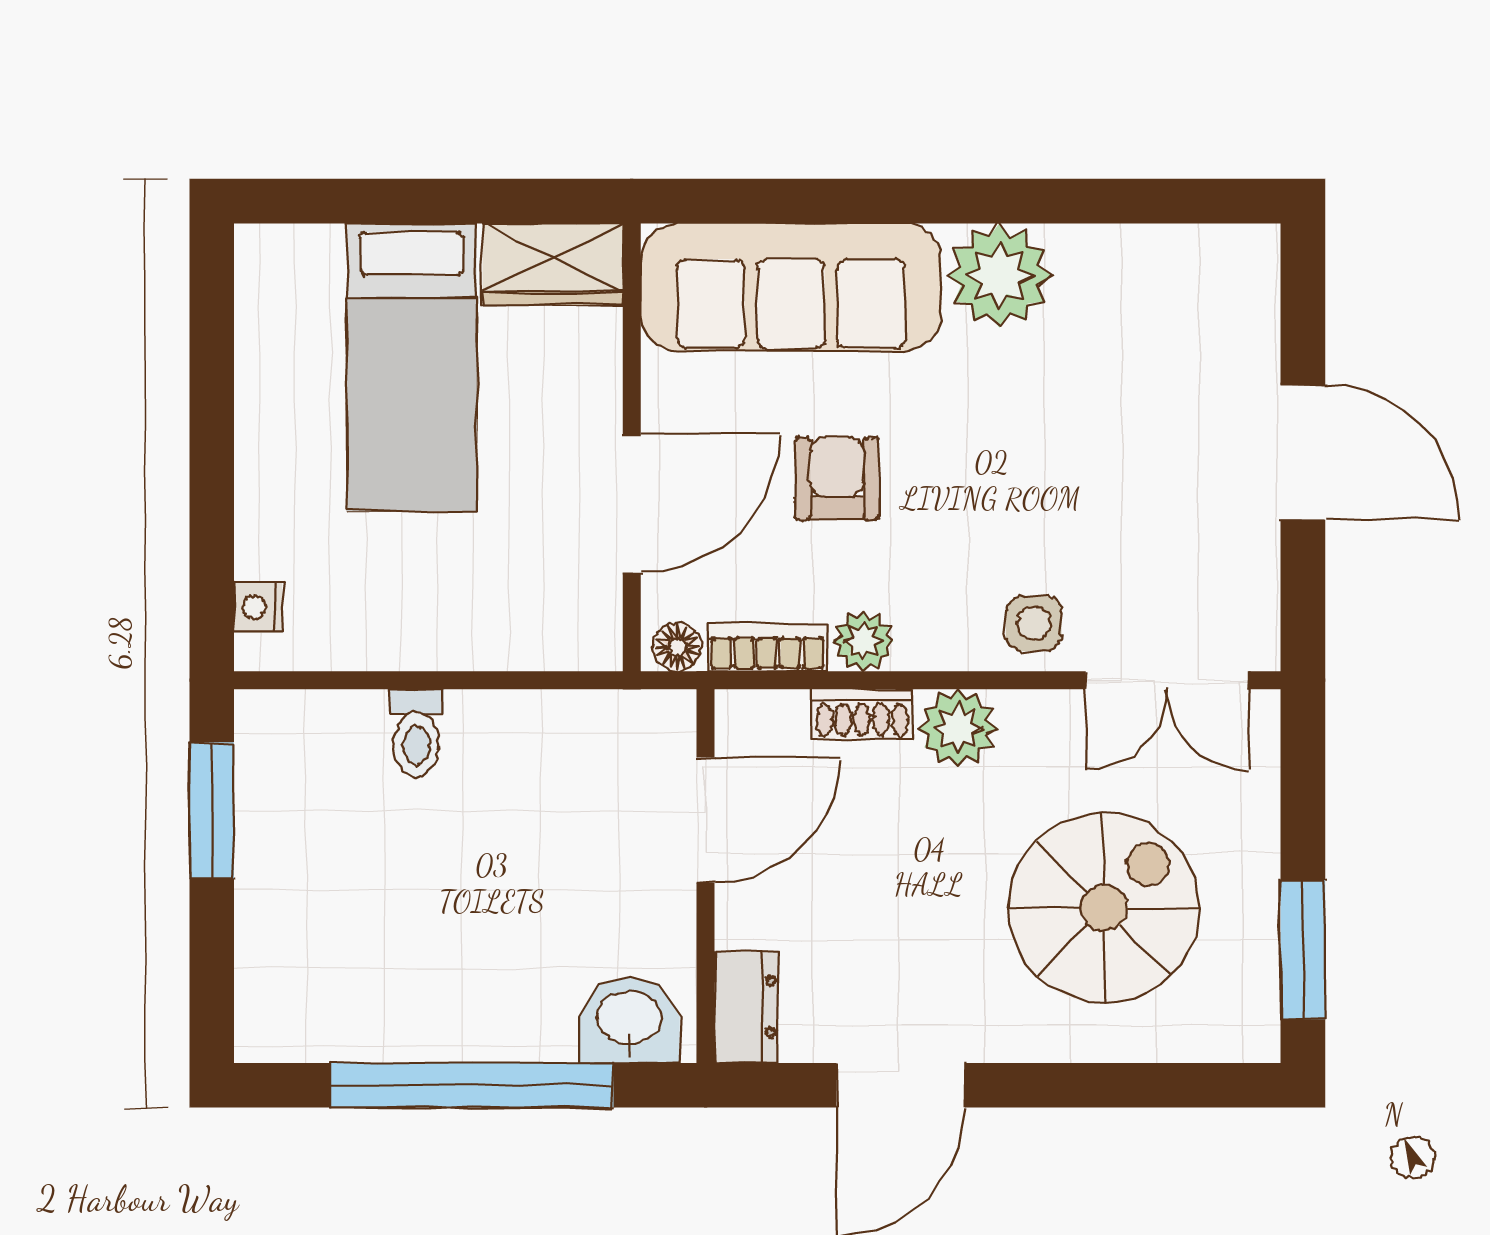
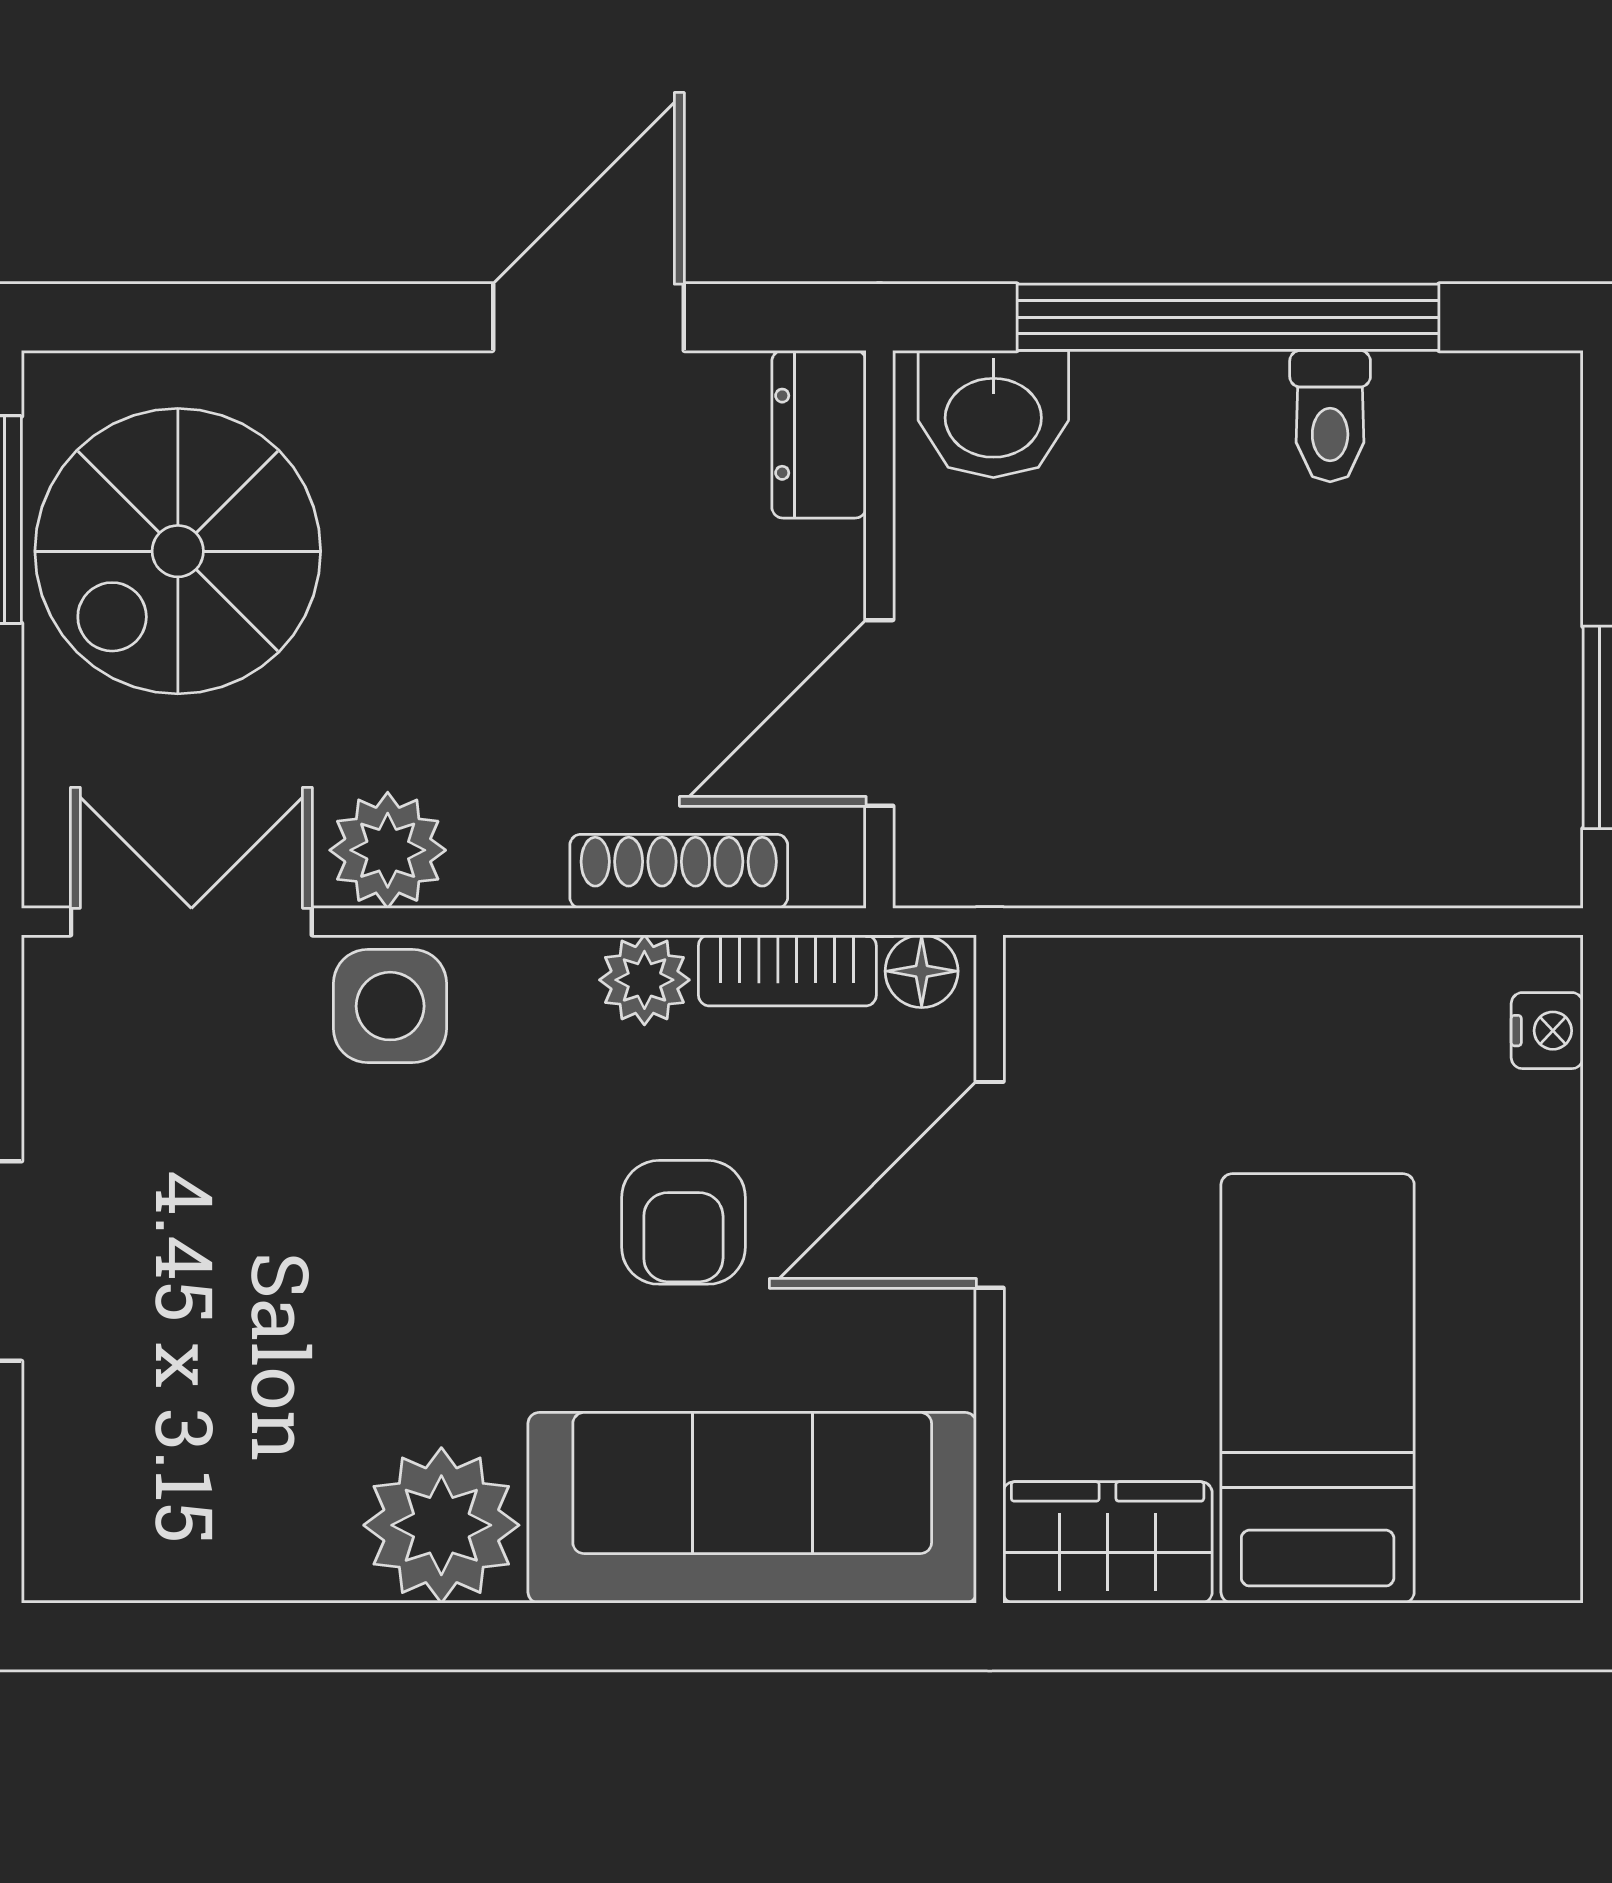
side table: (1034, 624) -> (390, 1006), width x1.37, depth x1.37
shoe rack: (862, 714) -> (679, 871), width x1.43
plant: (958, 728) -> (388, 850), moved
toilet: (416, 733) -> (1330, 416), moved, turned 180
spiral stairs: (1104, 908) -> (178, 551), moved

